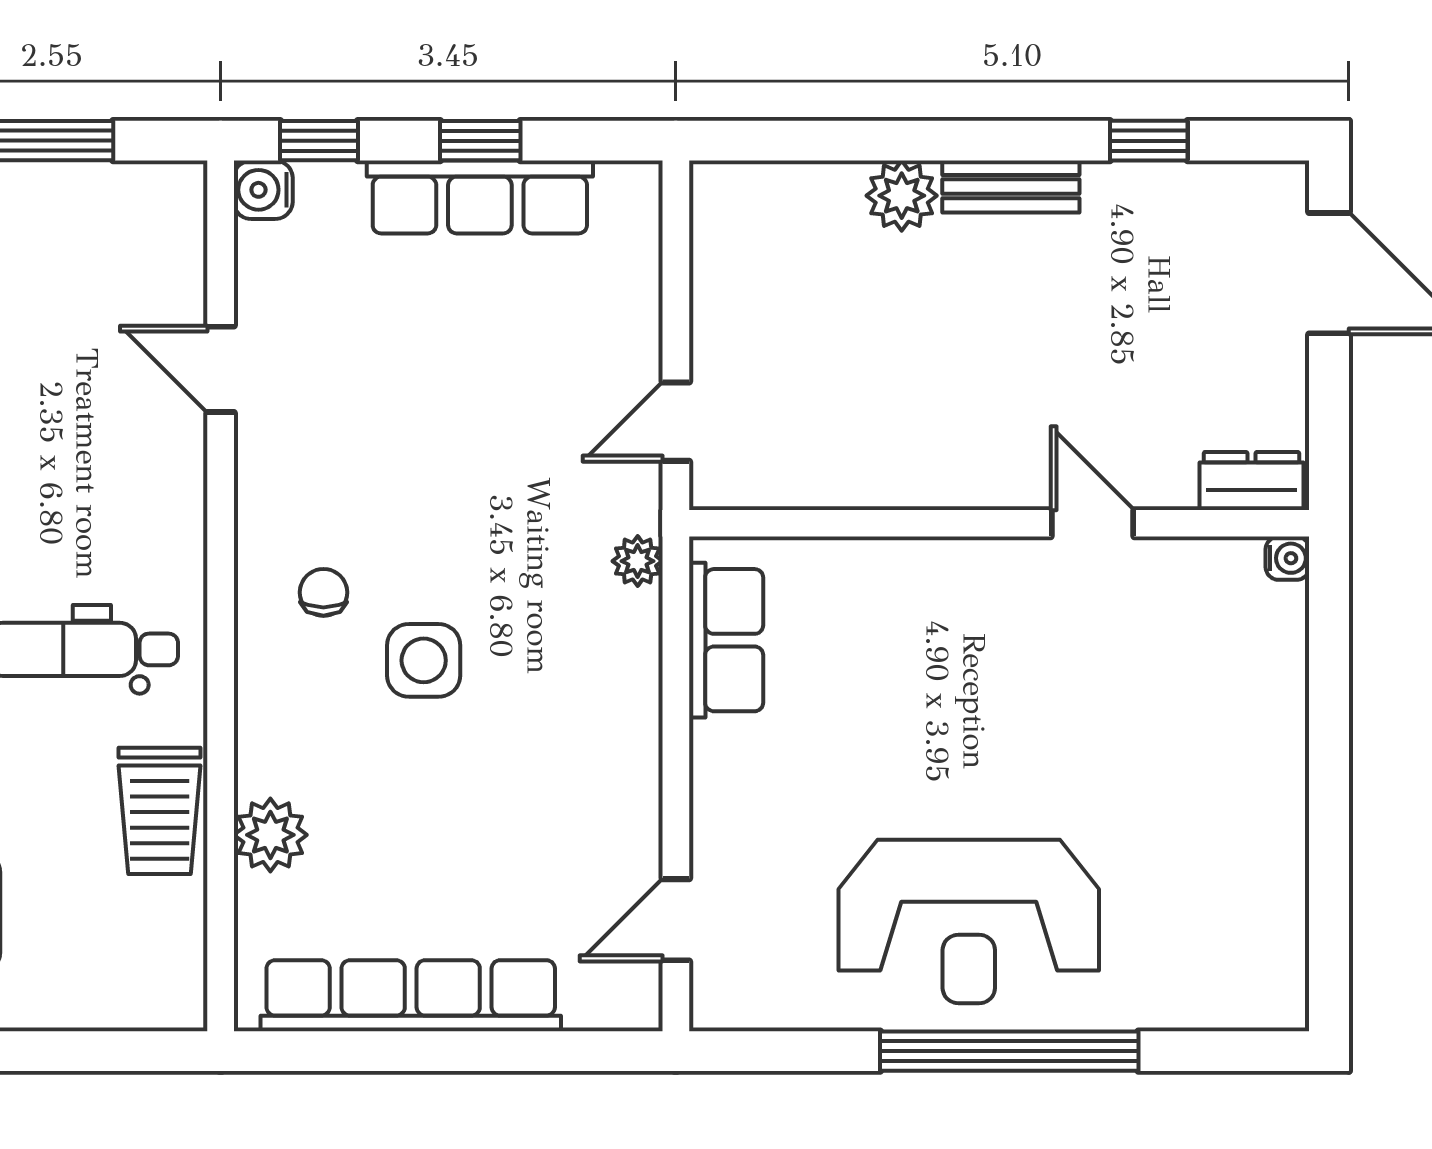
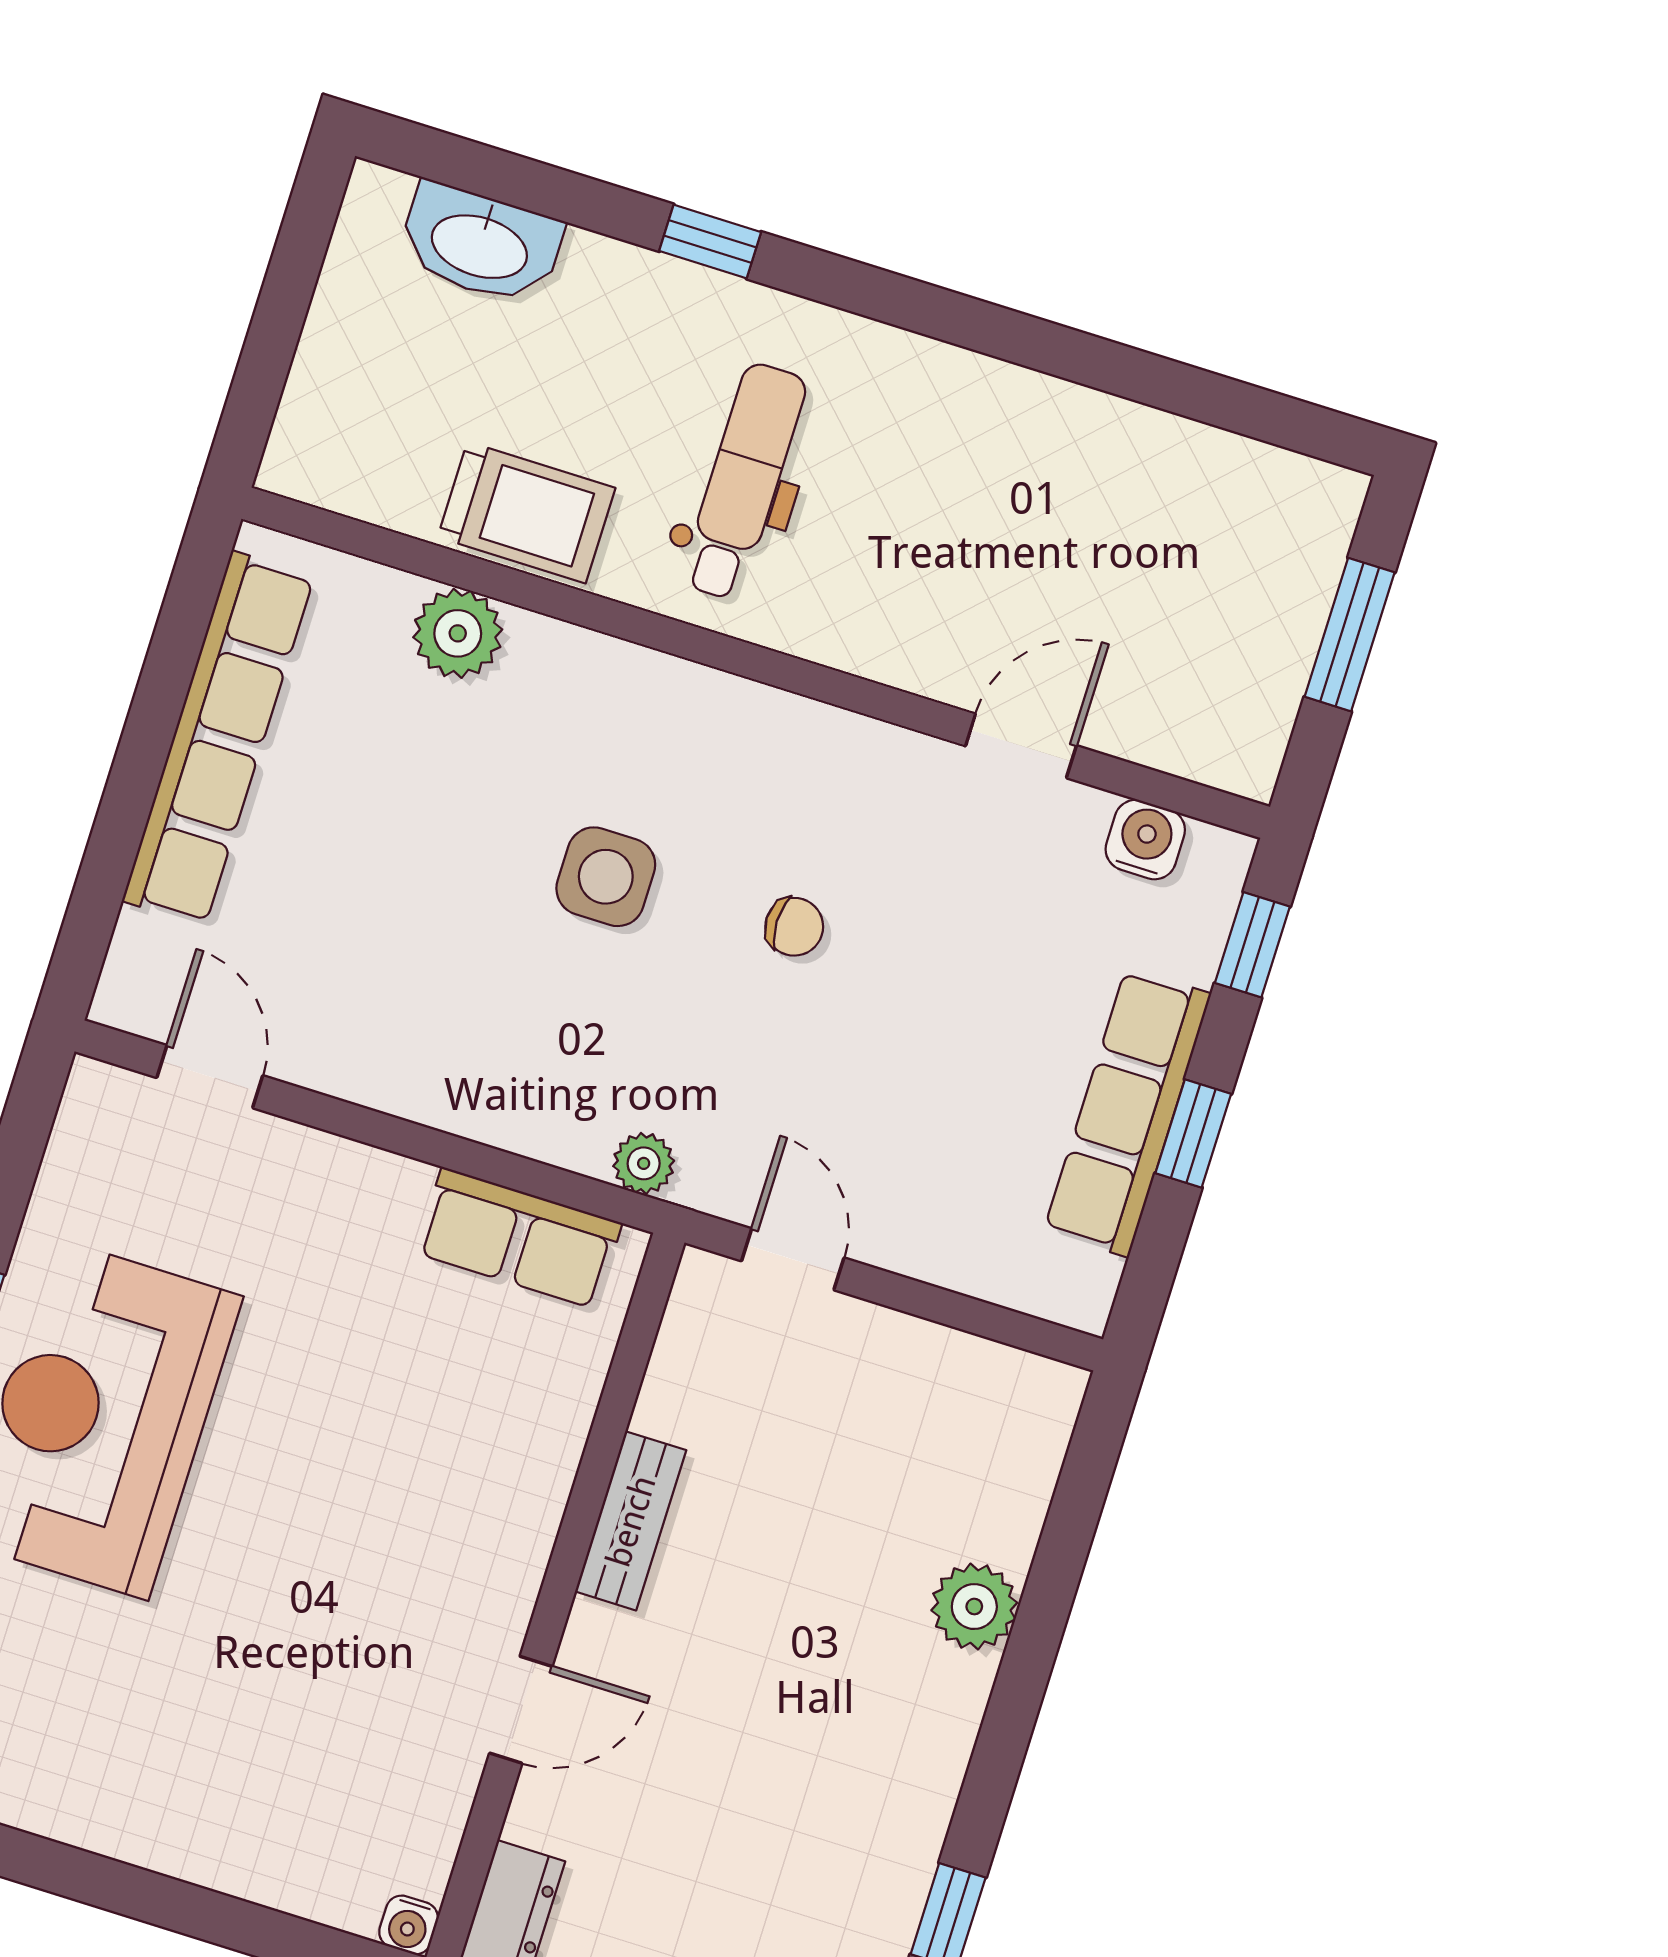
bench: (1011, 187) -> (631, 1521), moved
water cooler: (263, 190) -> (1145, 840), moved
chair: (323, 592) -> (794, 927), moved
trolley: (160, 811) -> (527, 512), turned 180

